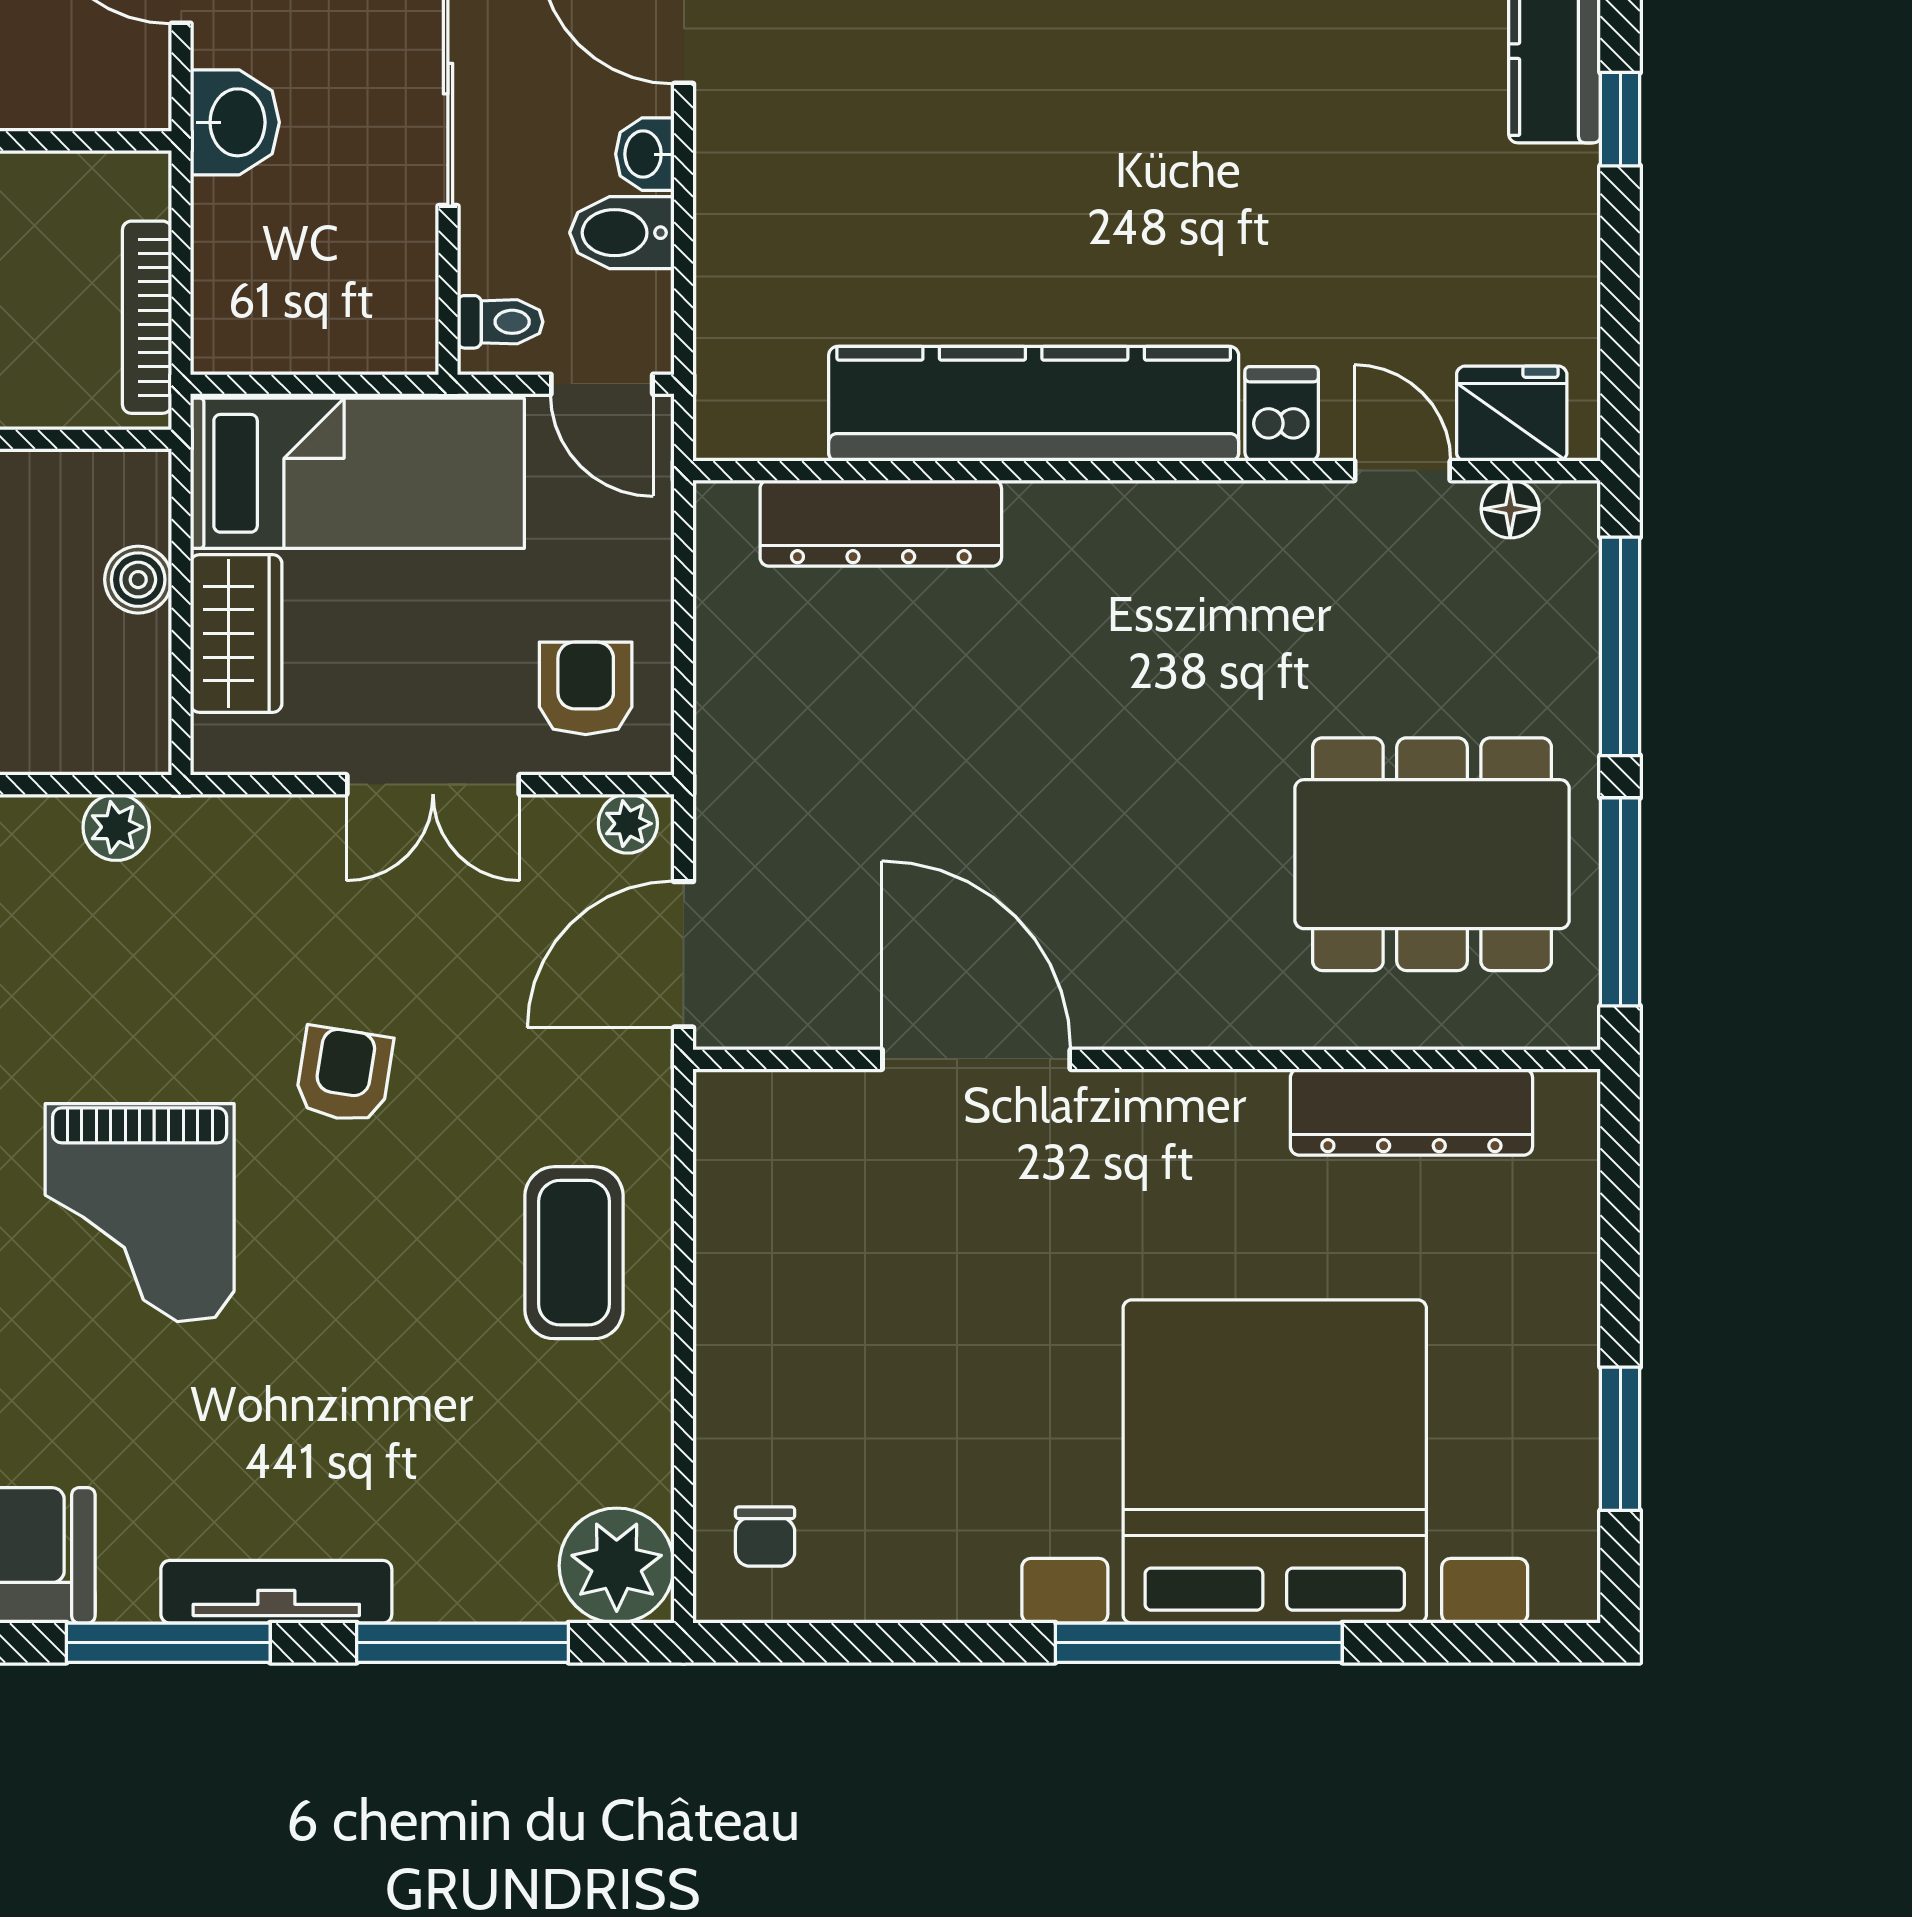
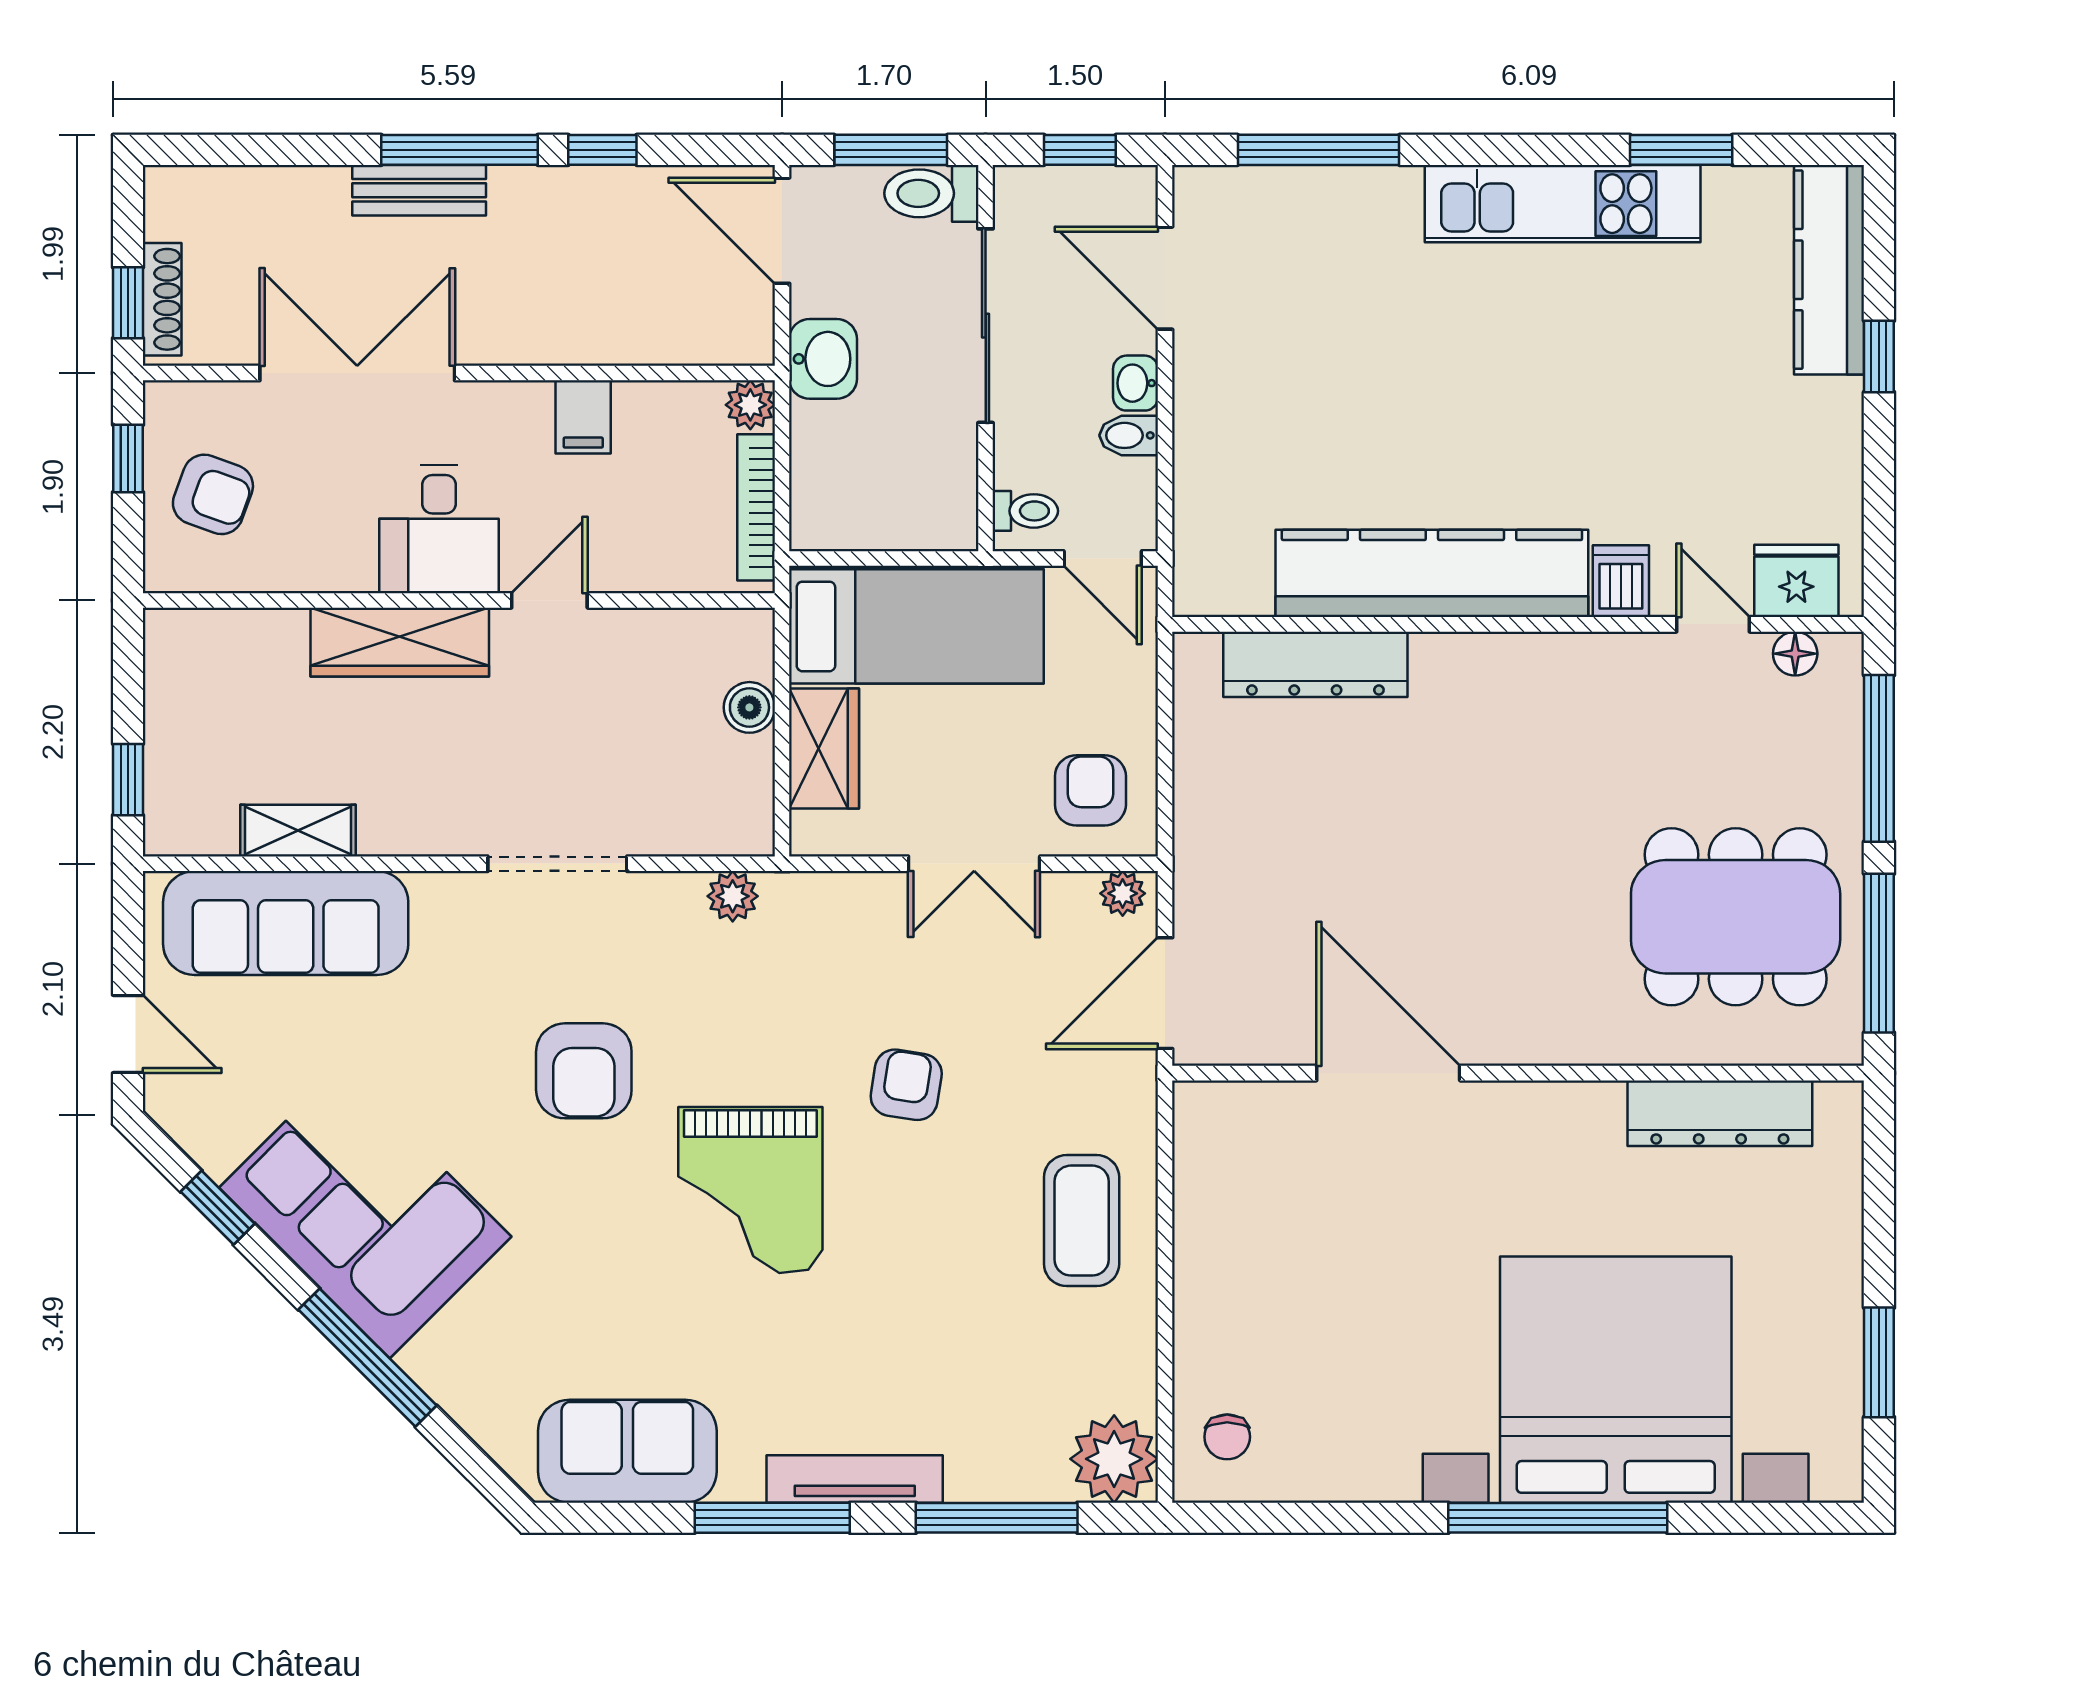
plant: (139, 183) -> (750, 405), added
bidet: (622, 233) -> (1129, 435), width x0.72, depth x0.74

